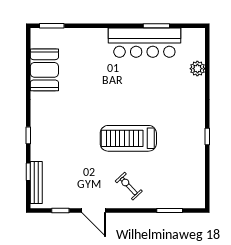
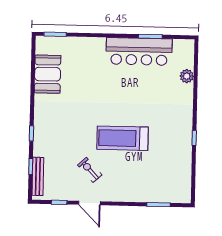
exercise bike: (129, 186) -> (90, 170), moved

